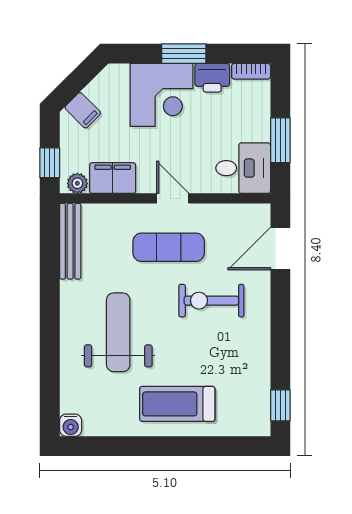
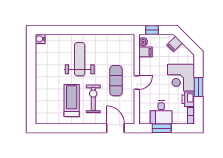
desk: (243, 168) -> (161, 112), moved
filing cabinet: (113, 178) -> (145, 52), width x0.50
bench: (70, 241) -> (119, 39), removed
weight bench: (118, 332) -> (80, 59), turned -90
treadmill: (177, 404) -> (72, 101), moved
window: (280, 405) -> (48, 128), removed

